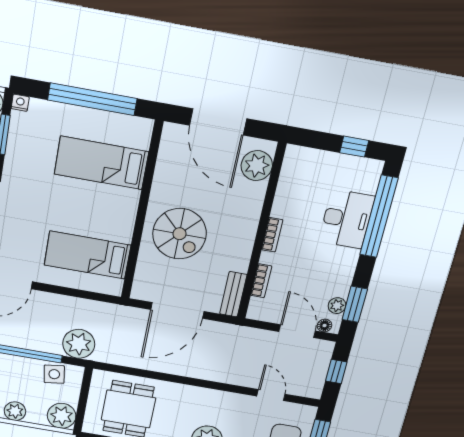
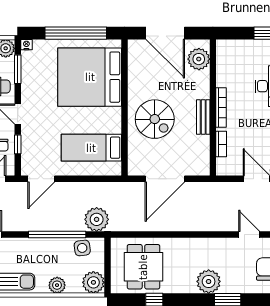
bed: (101, 163) -> (90, 77), width x2.04
bookcase: (272, 235) -> (221, 108), width x1.56
bench: (233, 294) -> (203, 117), moved

